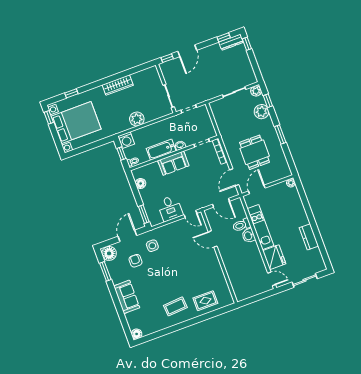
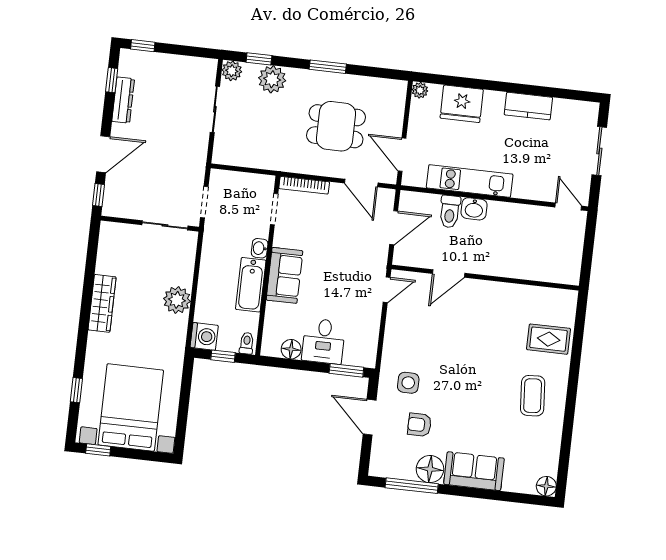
dresser: (231, 42) -> (123, 100), moved
door: (187, 51) -> (103, 154), hinge flipped
desk: (170, 208) -> (324, 341), moved, turned 90
floor lamp: (109, 253) -> (430, 469), moved
fridge: (274, 257) -> (462, 104), moved, turned 180
window: (105, 271) -> (412, 486), width x1.44
door: (272, 279) -> (568, 207), hinge flipped
rug: (205, 301) -> (549, 339), turned 90

